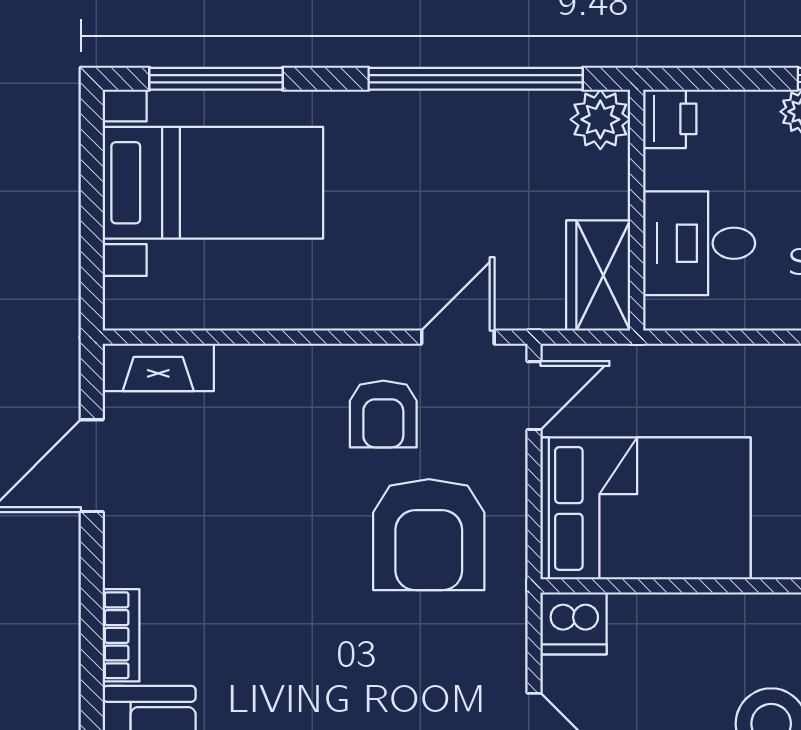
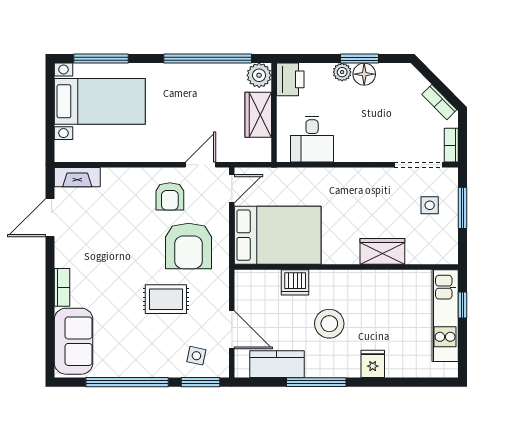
printer: (670, 119) -> (290, 79), width x1.36, depth x1.24
desk: (699, 243) -> (312, 139), moved, turned -90
wardrobe: (598, 276) -> (258, 115), moved
dishwasher: (574, 623) -> (295, 282), moved
rug: (374, 664) -> (166, 299), added

